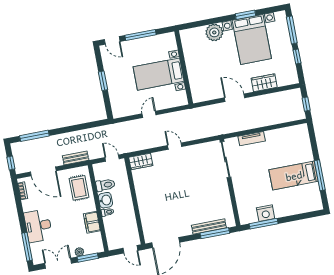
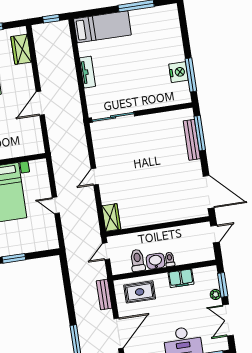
wardrobe: (264, 83) -> (21, 49), moved
tv unit: (252, 139) -> (88, 72), moved
bed: (294, 176) -> (102, 27), moved, turned -90

